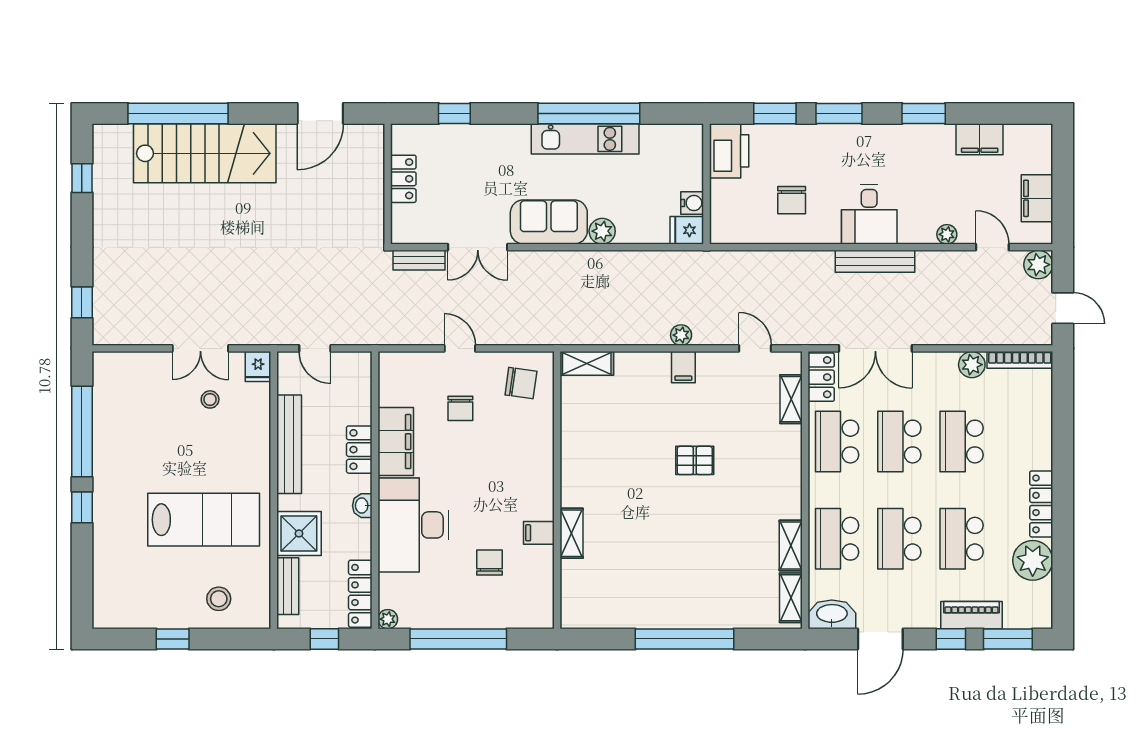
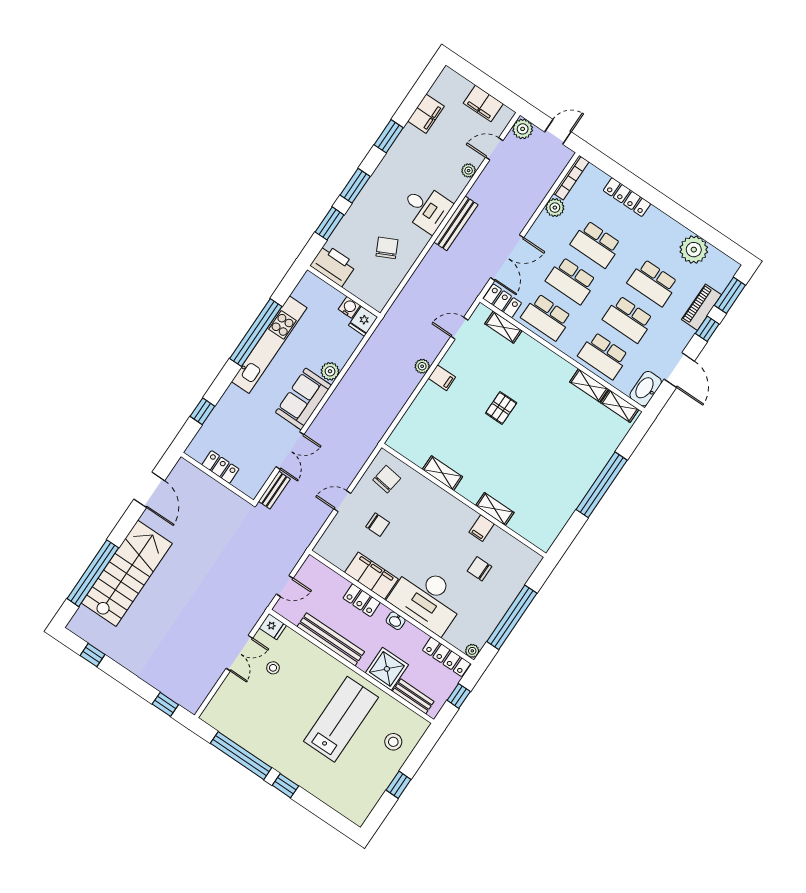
kitchen unit: (585, 139) -> (269, 345), width x1.36
chair: (792, 200) -> (387, 248), turned -116
shelving: (587, 363) -> (442, 473), moved, turned 90
locker: (1041, 504) -> (627, 197), moved

